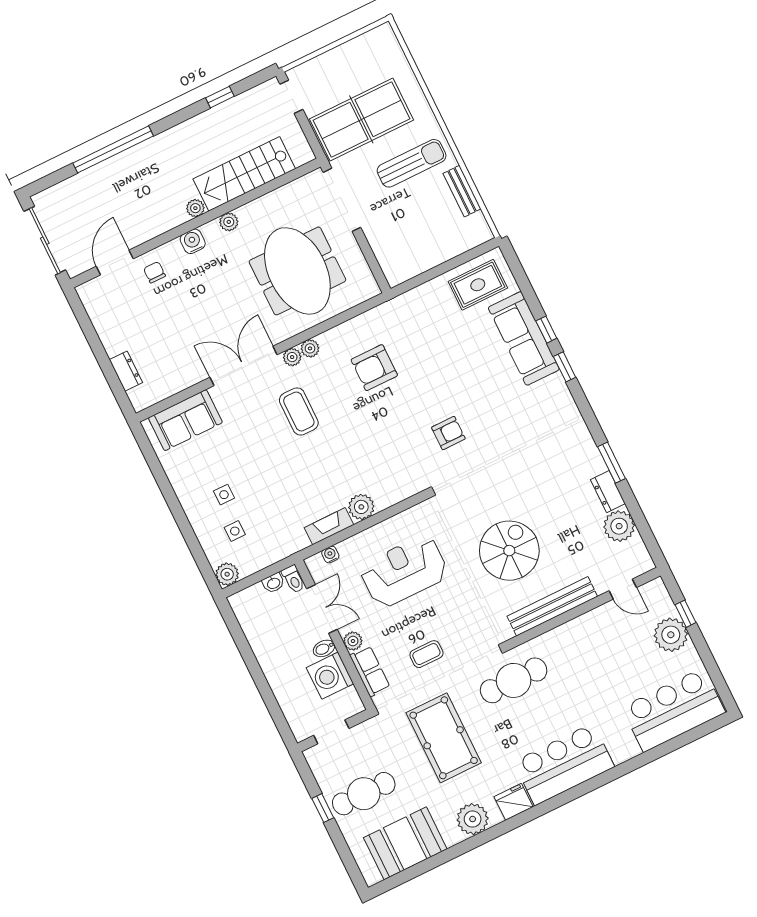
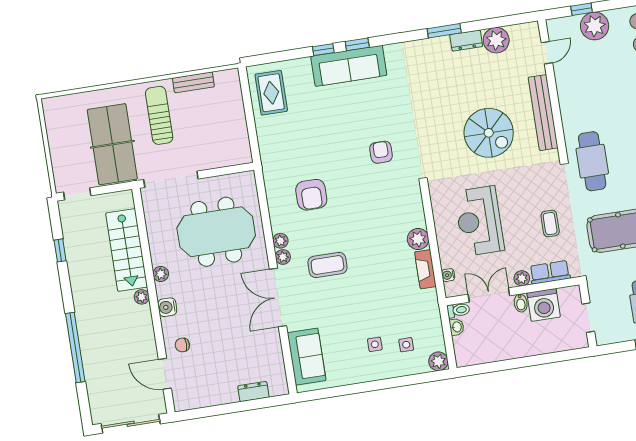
sofa: (524, 338) -> (349, 66), moved
spiral stairs: (509, 551) -> (489, 133), turned 180

